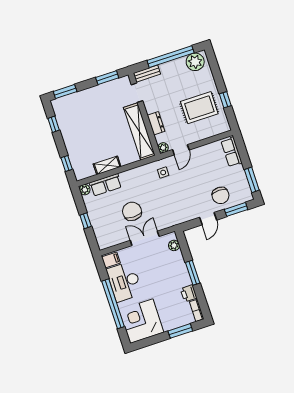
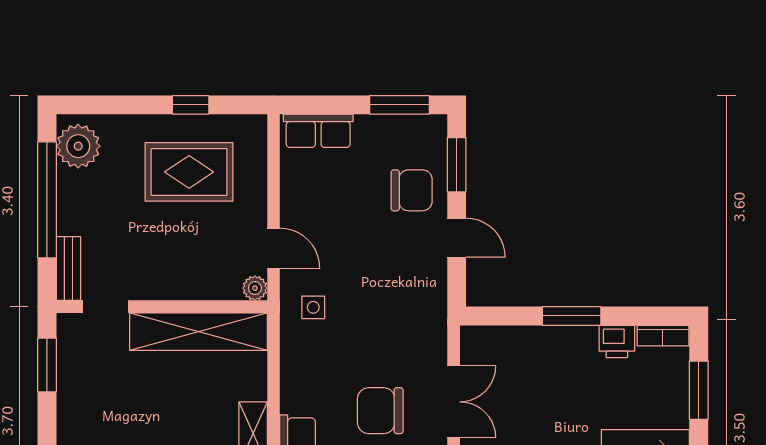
rug: (199, 108) -> (189, 172), turned 90
dresser: (156, 123) -> (192, 286), removed
double door: (145, 238) -> (454, 402), swing flipped
plant: (174, 245) -> (493, 339), removed

